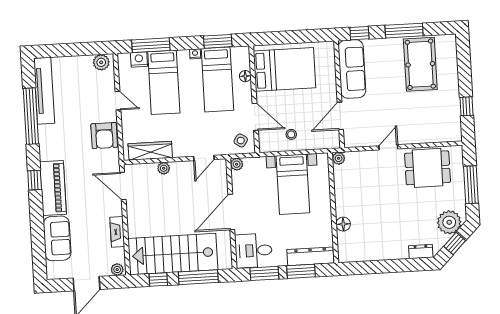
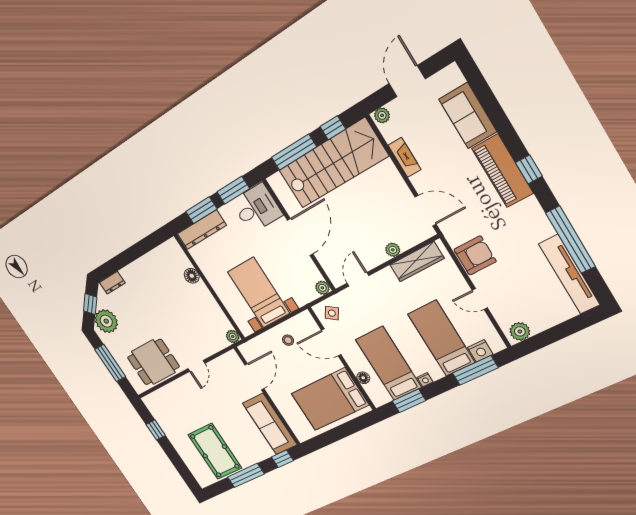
armchair: (104, 136) -> (475, 255), turned 90

